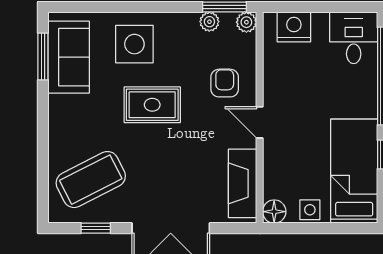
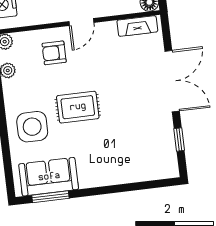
rug: (152, 105) -> (78, 107), turned 90
coffee table: (91, 180) -> (142, 148), removed
fireplace: (243, 183) -> (137, 26), width x0.73, depth x0.76

